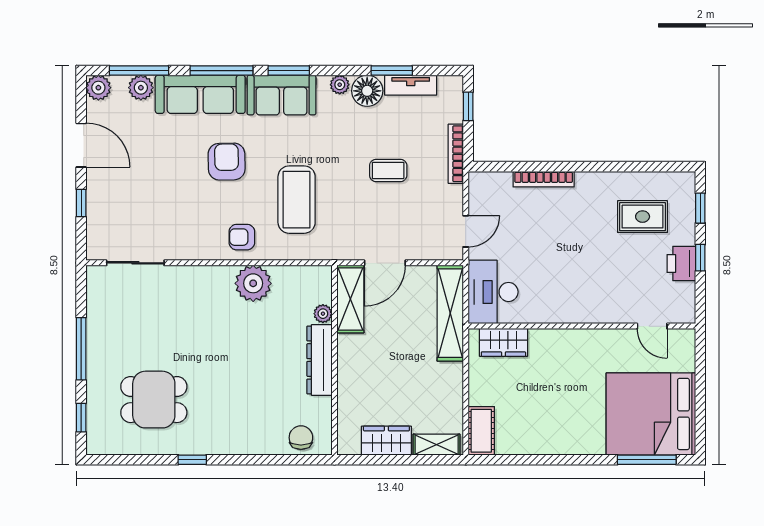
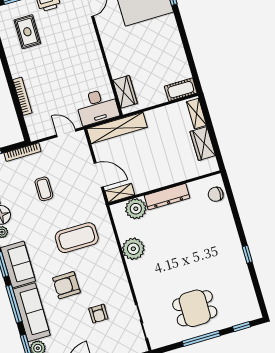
armchair: (242, 237) -> (98, 314), moved
shelving: (350, 299) -> (120, 193), width x0.67, depth x0.75
plant: (323, 314) -> (136, 209), width x1.87, depth x1.87
dining table: (154, 400) -> (195, 308), moved, turned 90

